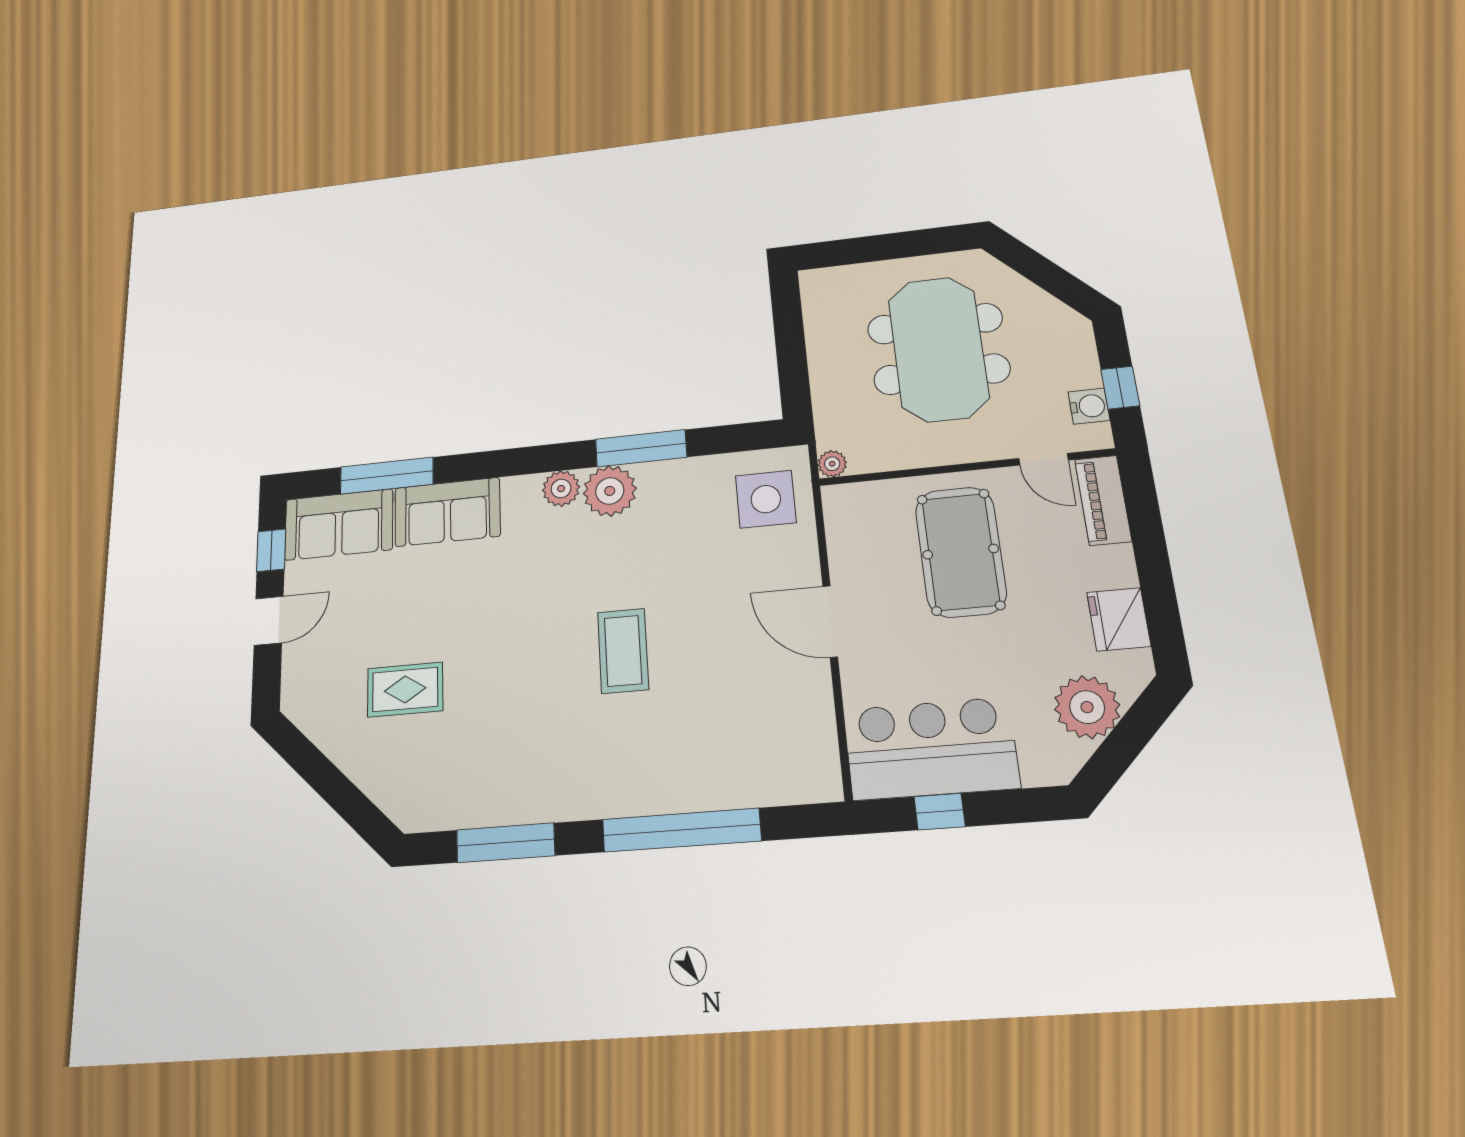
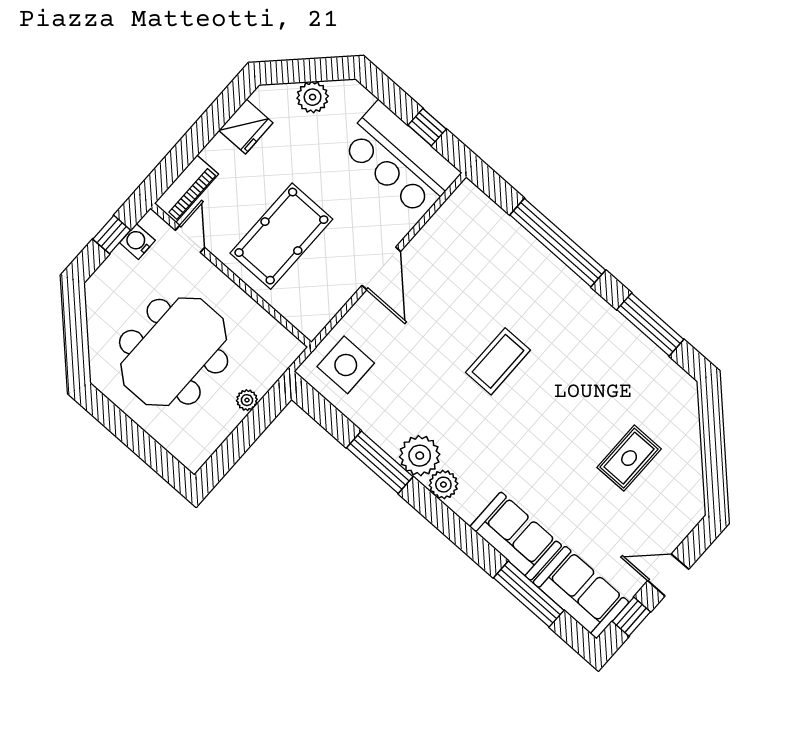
plant: (832, 464) -> (247, 400), moved
rug: (405, 690) -> (629, 458), turned 90
plant: (1087, 707) -> (313, 97), width x0.73, depth x0.73

